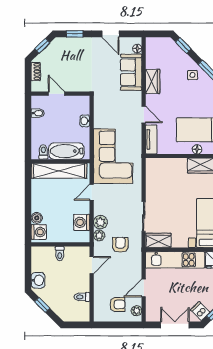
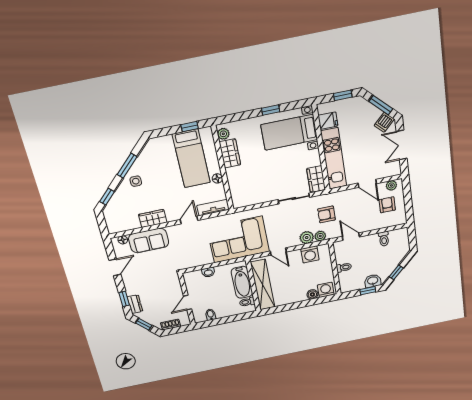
dresser: (67, 43) -> (135, 304), added
floor lamp: (197, 149) -> (217, 178), moved
window: (28, 274) -> (368, 291), added

